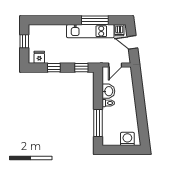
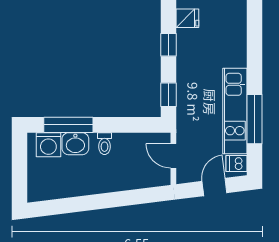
washbasin: (108, 91) -> (75, 144), moved
washing machine: (127, 139) -> (48, 145), moved, turned 90

